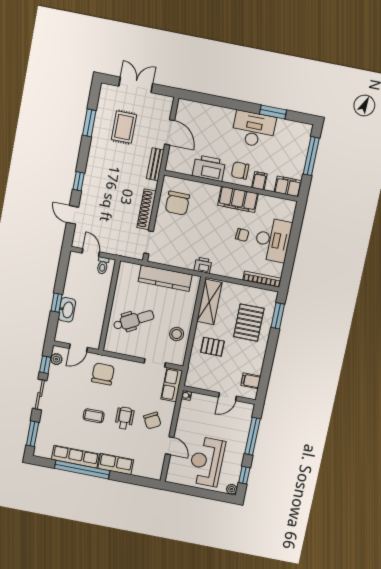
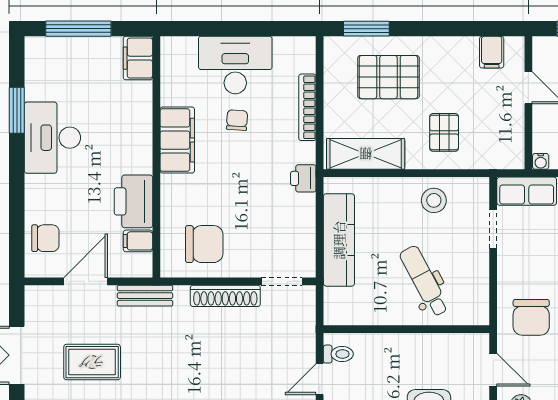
chair: (240, 171) -> (45, 238), moved, turned -90
filing cabinet: (259, 181) -> (138, 241), moved
bookcase: (262, 279) -> (307, 107), moved
chair: (103, 374) -> (531, 317), turned -90

